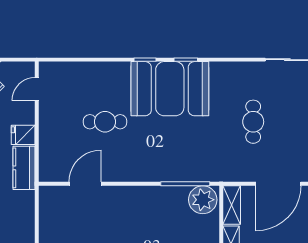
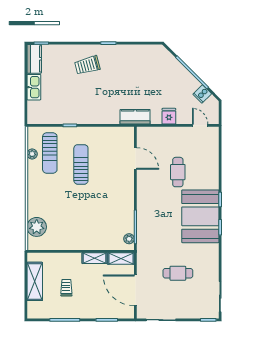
kitchen counter: (24, 168) -> (135, 117), moved
plant: (203, 200) -> (129, 239), width x0.53, depth x0.53

